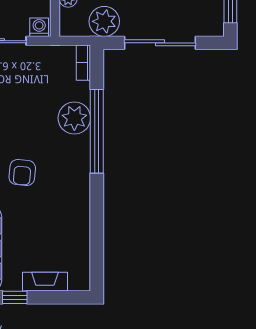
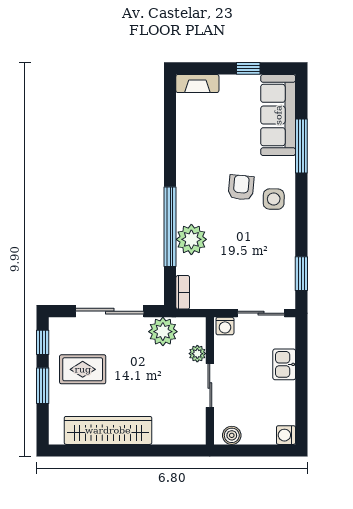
fireplace: (45, 282) -> (197, 83), moved

